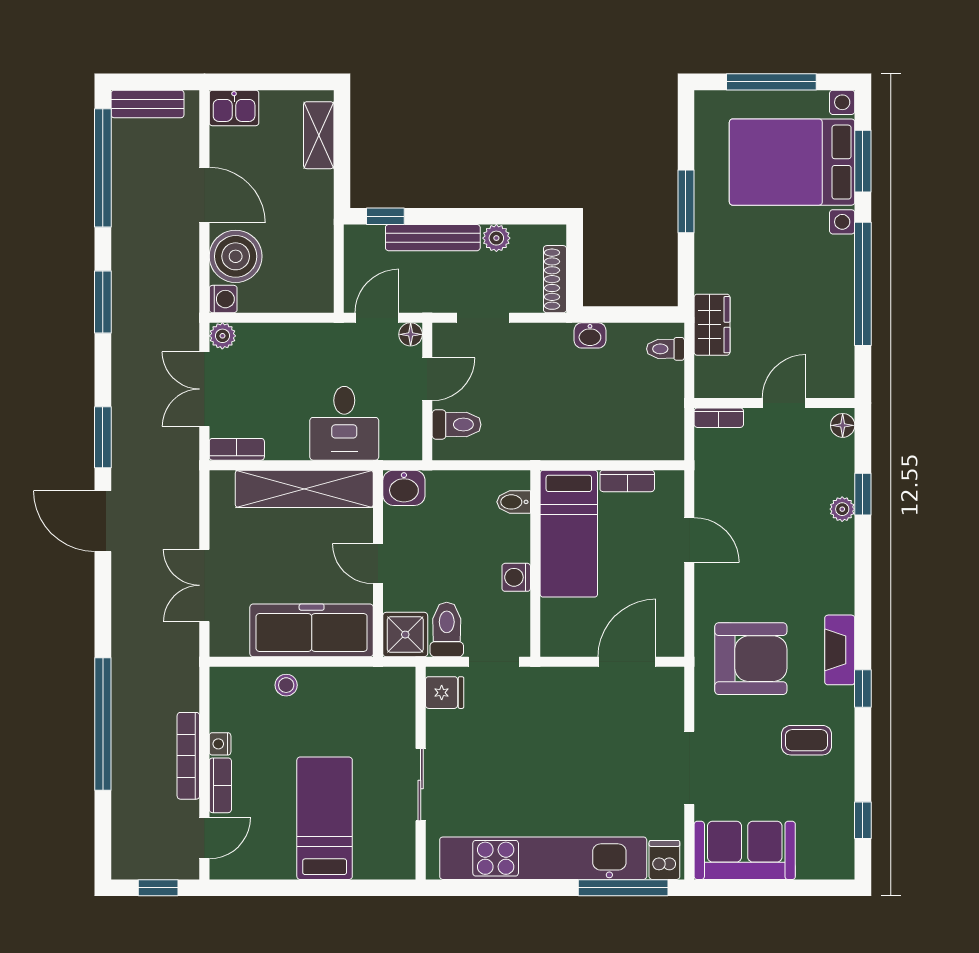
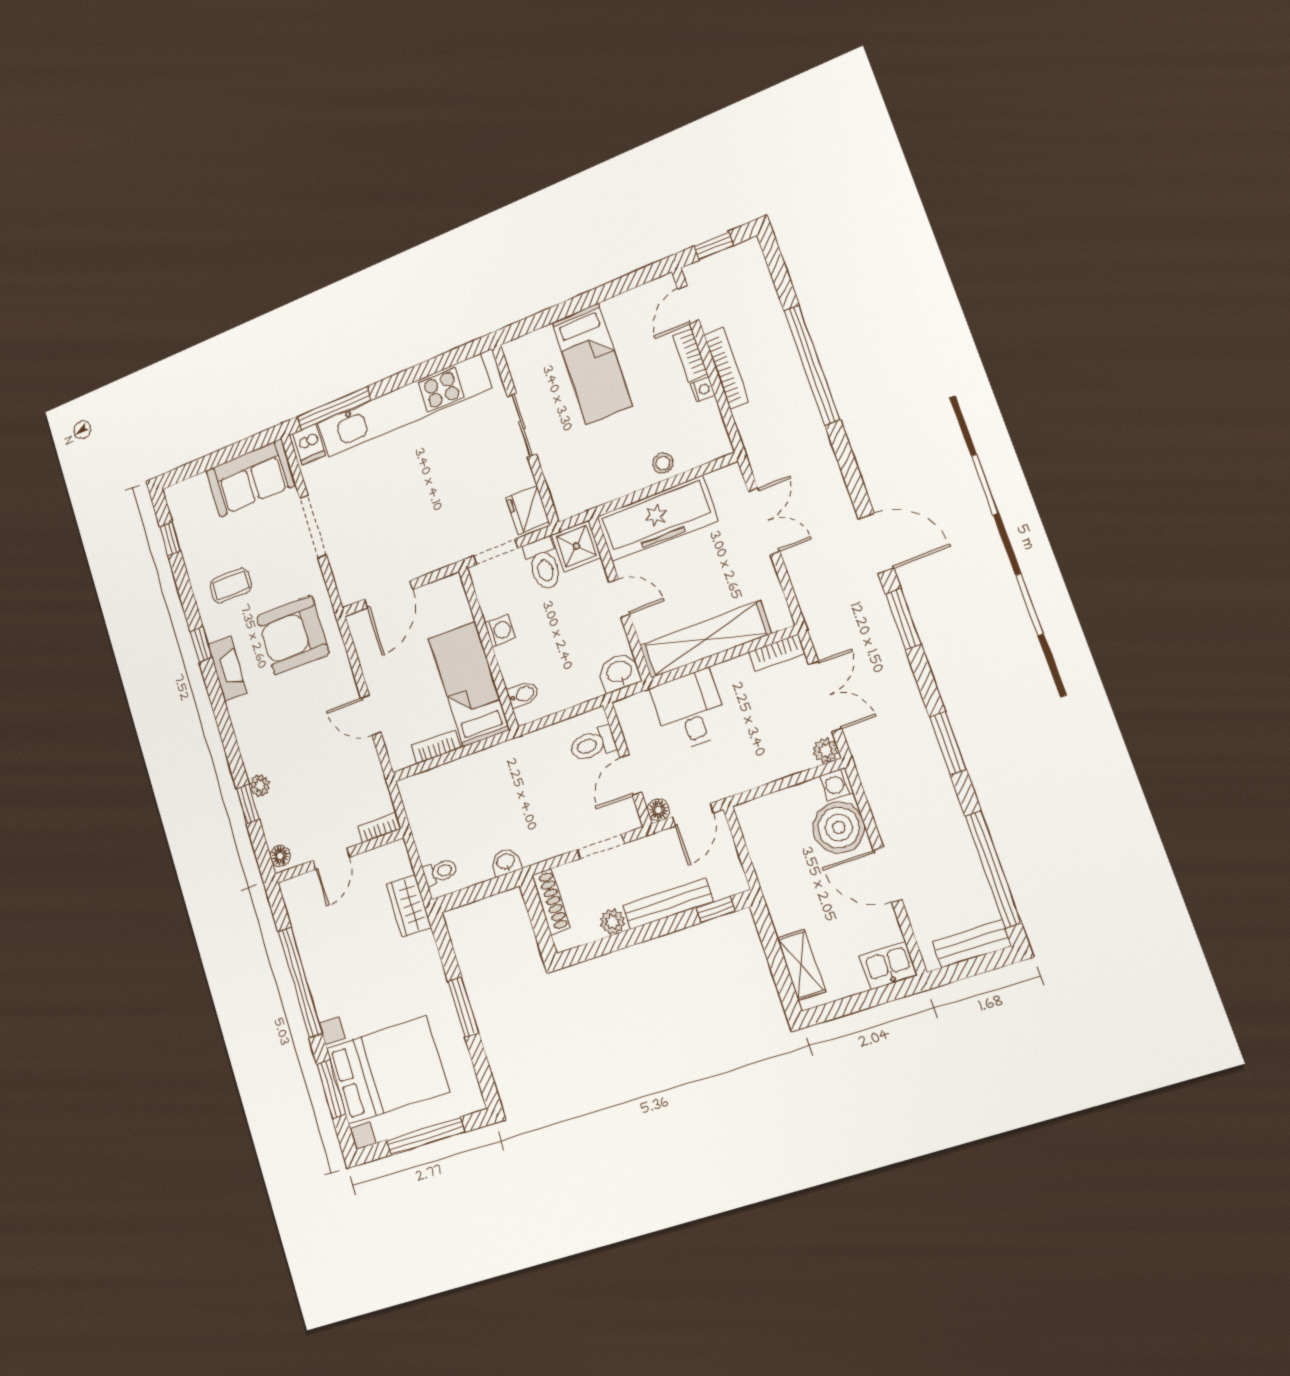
fridge: (445, 693) -> (527, 510), width x1.38

